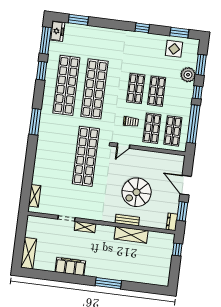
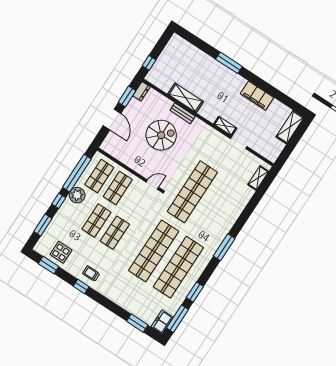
plant: (188, 75) -> (77, 195), moved
trolley: (131, 122) -> (91, 274), moved

